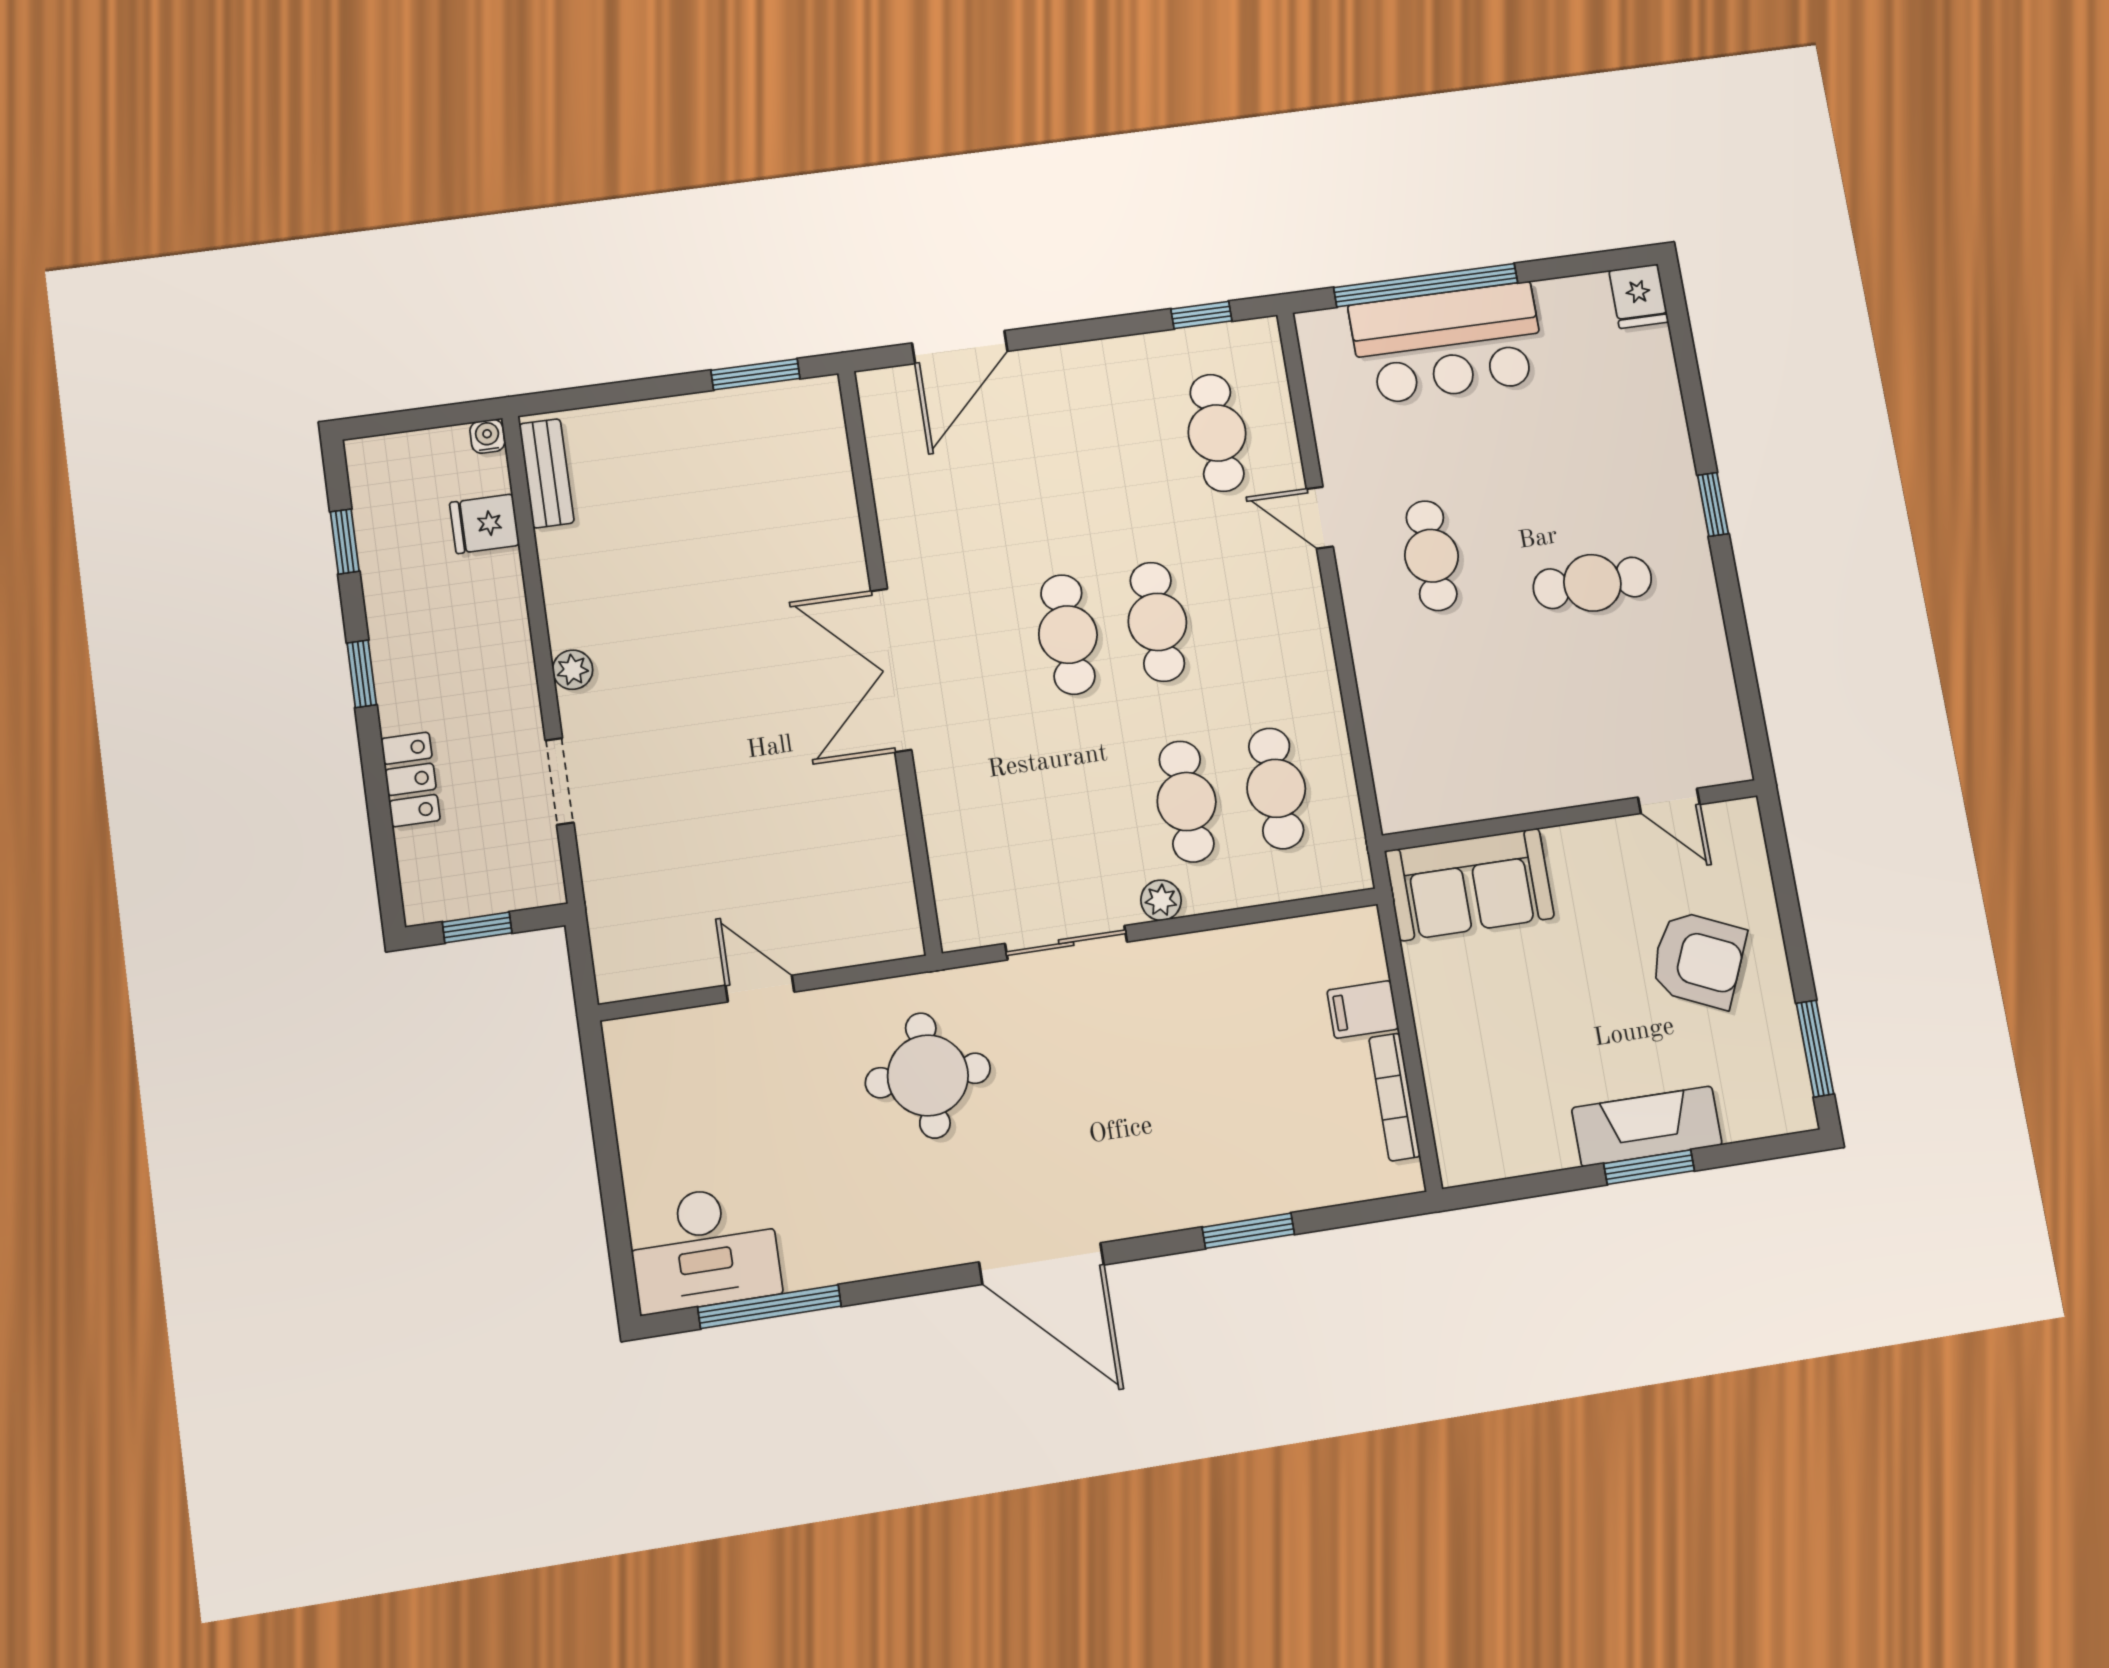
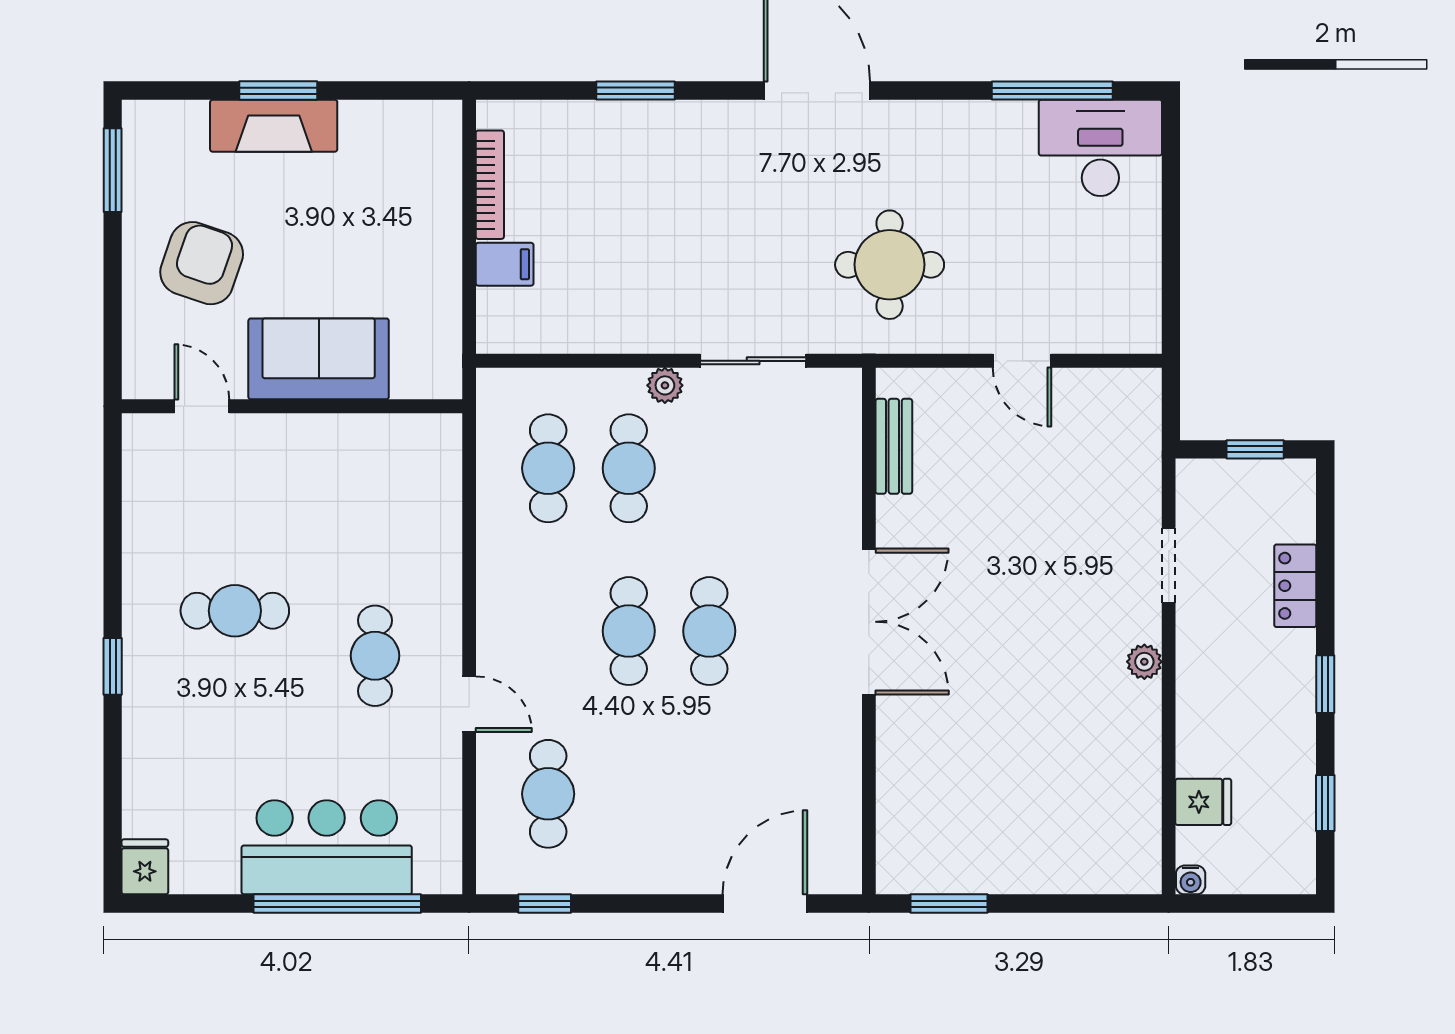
bench: (547, 473) -> (894, 446), moved
sofa: (1469, 884) -> (319, 359), moved
armchair: (1698, 959) -> (202, 263), turned 85

